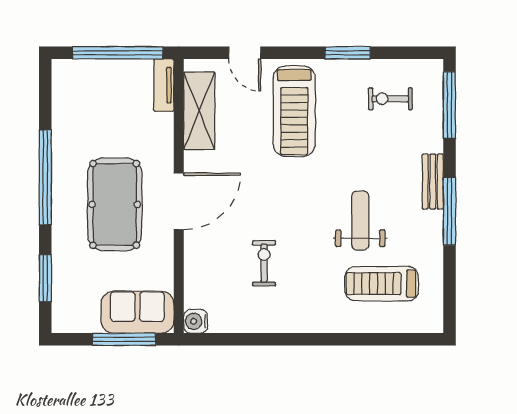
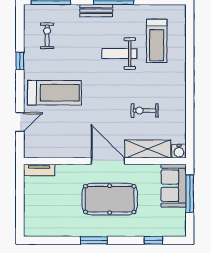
window: (118, 53) -> (20, 197), removed
window: (348, 53) -> (20, 61), width x0.67
exercise bike: (390, 99) -> (47, 36), turned 180
shelving: (199, 111) -> (148, 149), moved
window: (45, 177) -> (94, 240), width x0.47
window: (45, 278) -> (153, 240), width x0.67

